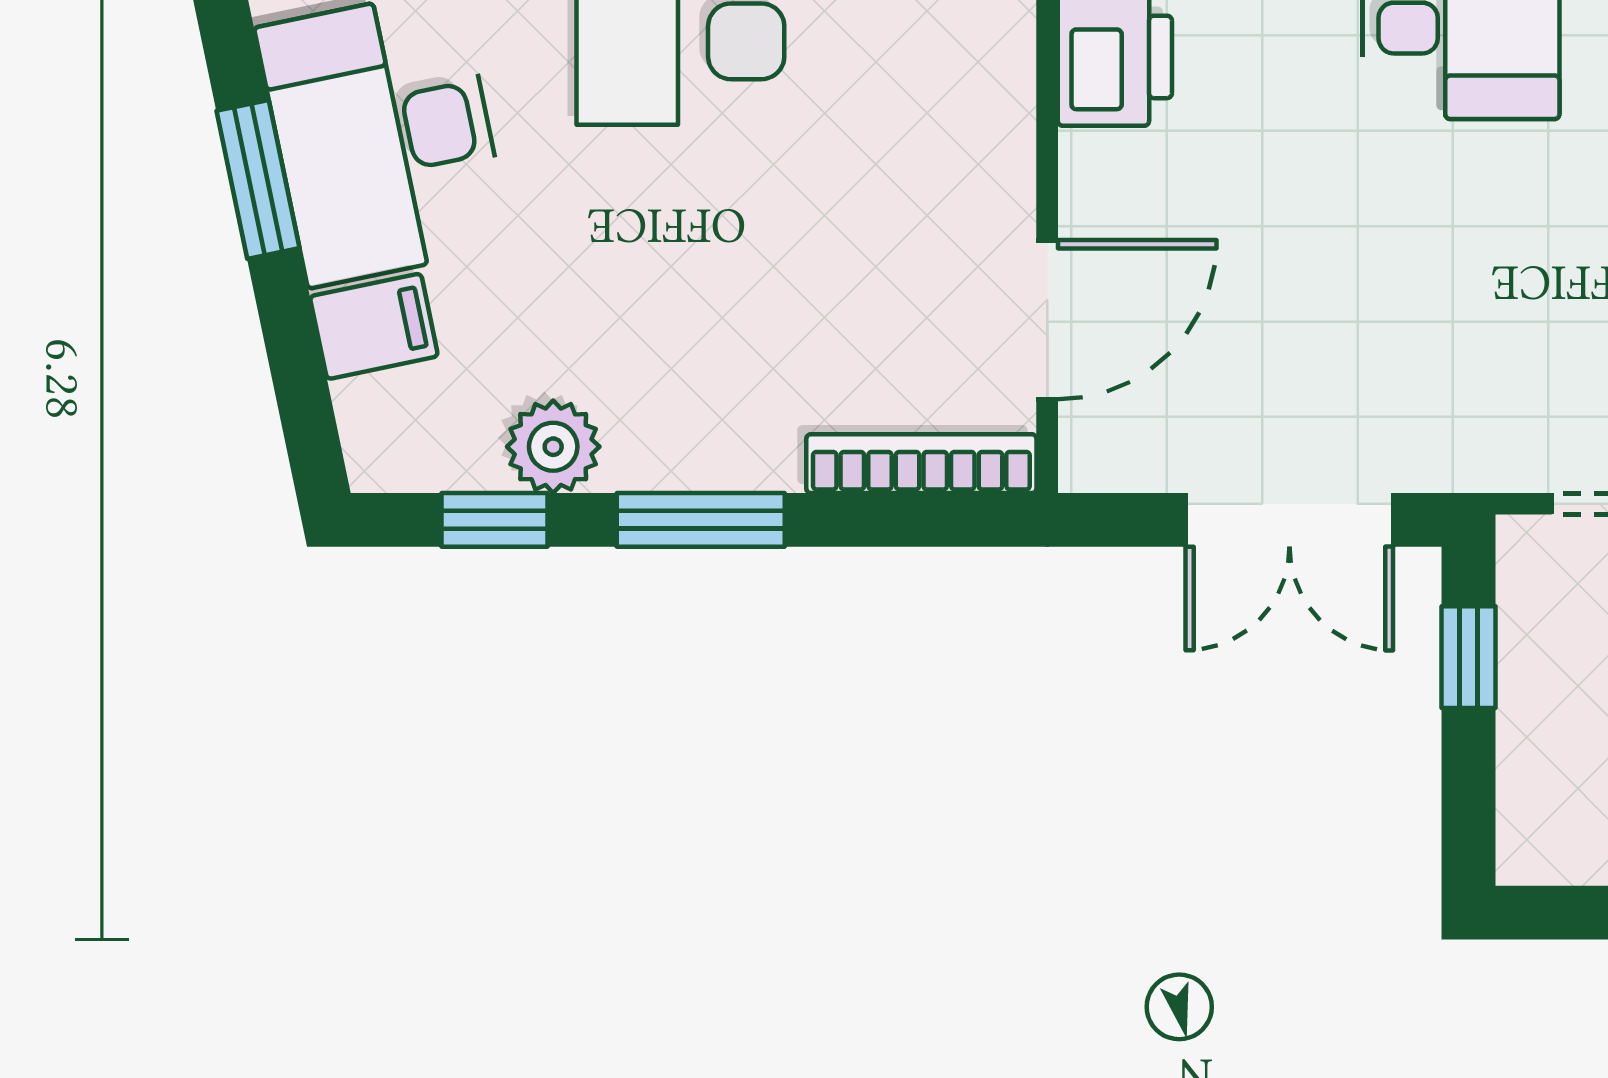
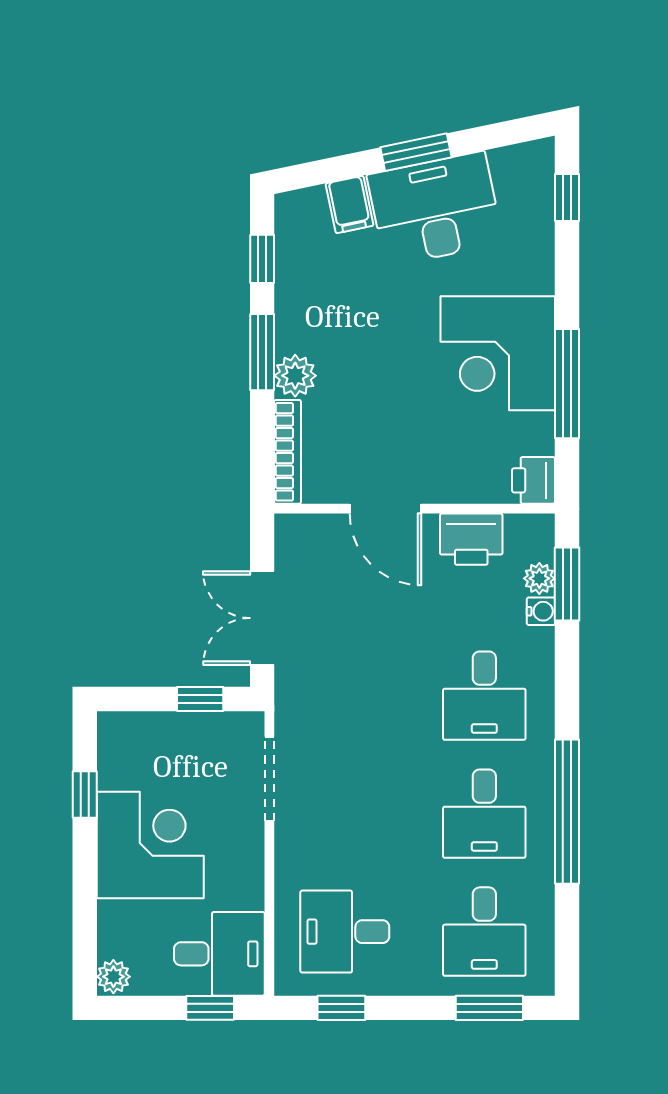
door: (1047, 320) -> (385, 509), moved
plant: (553, 447) -> (295, 376), moved

